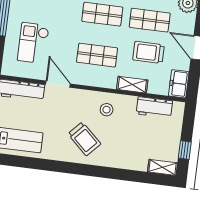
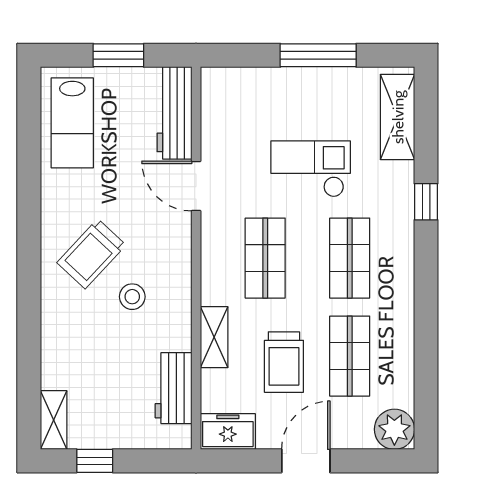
checkout: (33, 43) -> (311, 169), moved
trolley: (149, 52) -> (284, 362), turned 180
door: (58, 84) -> (196, 186), swing flipped
stool: (107, 110) -> (132, 297), moved

